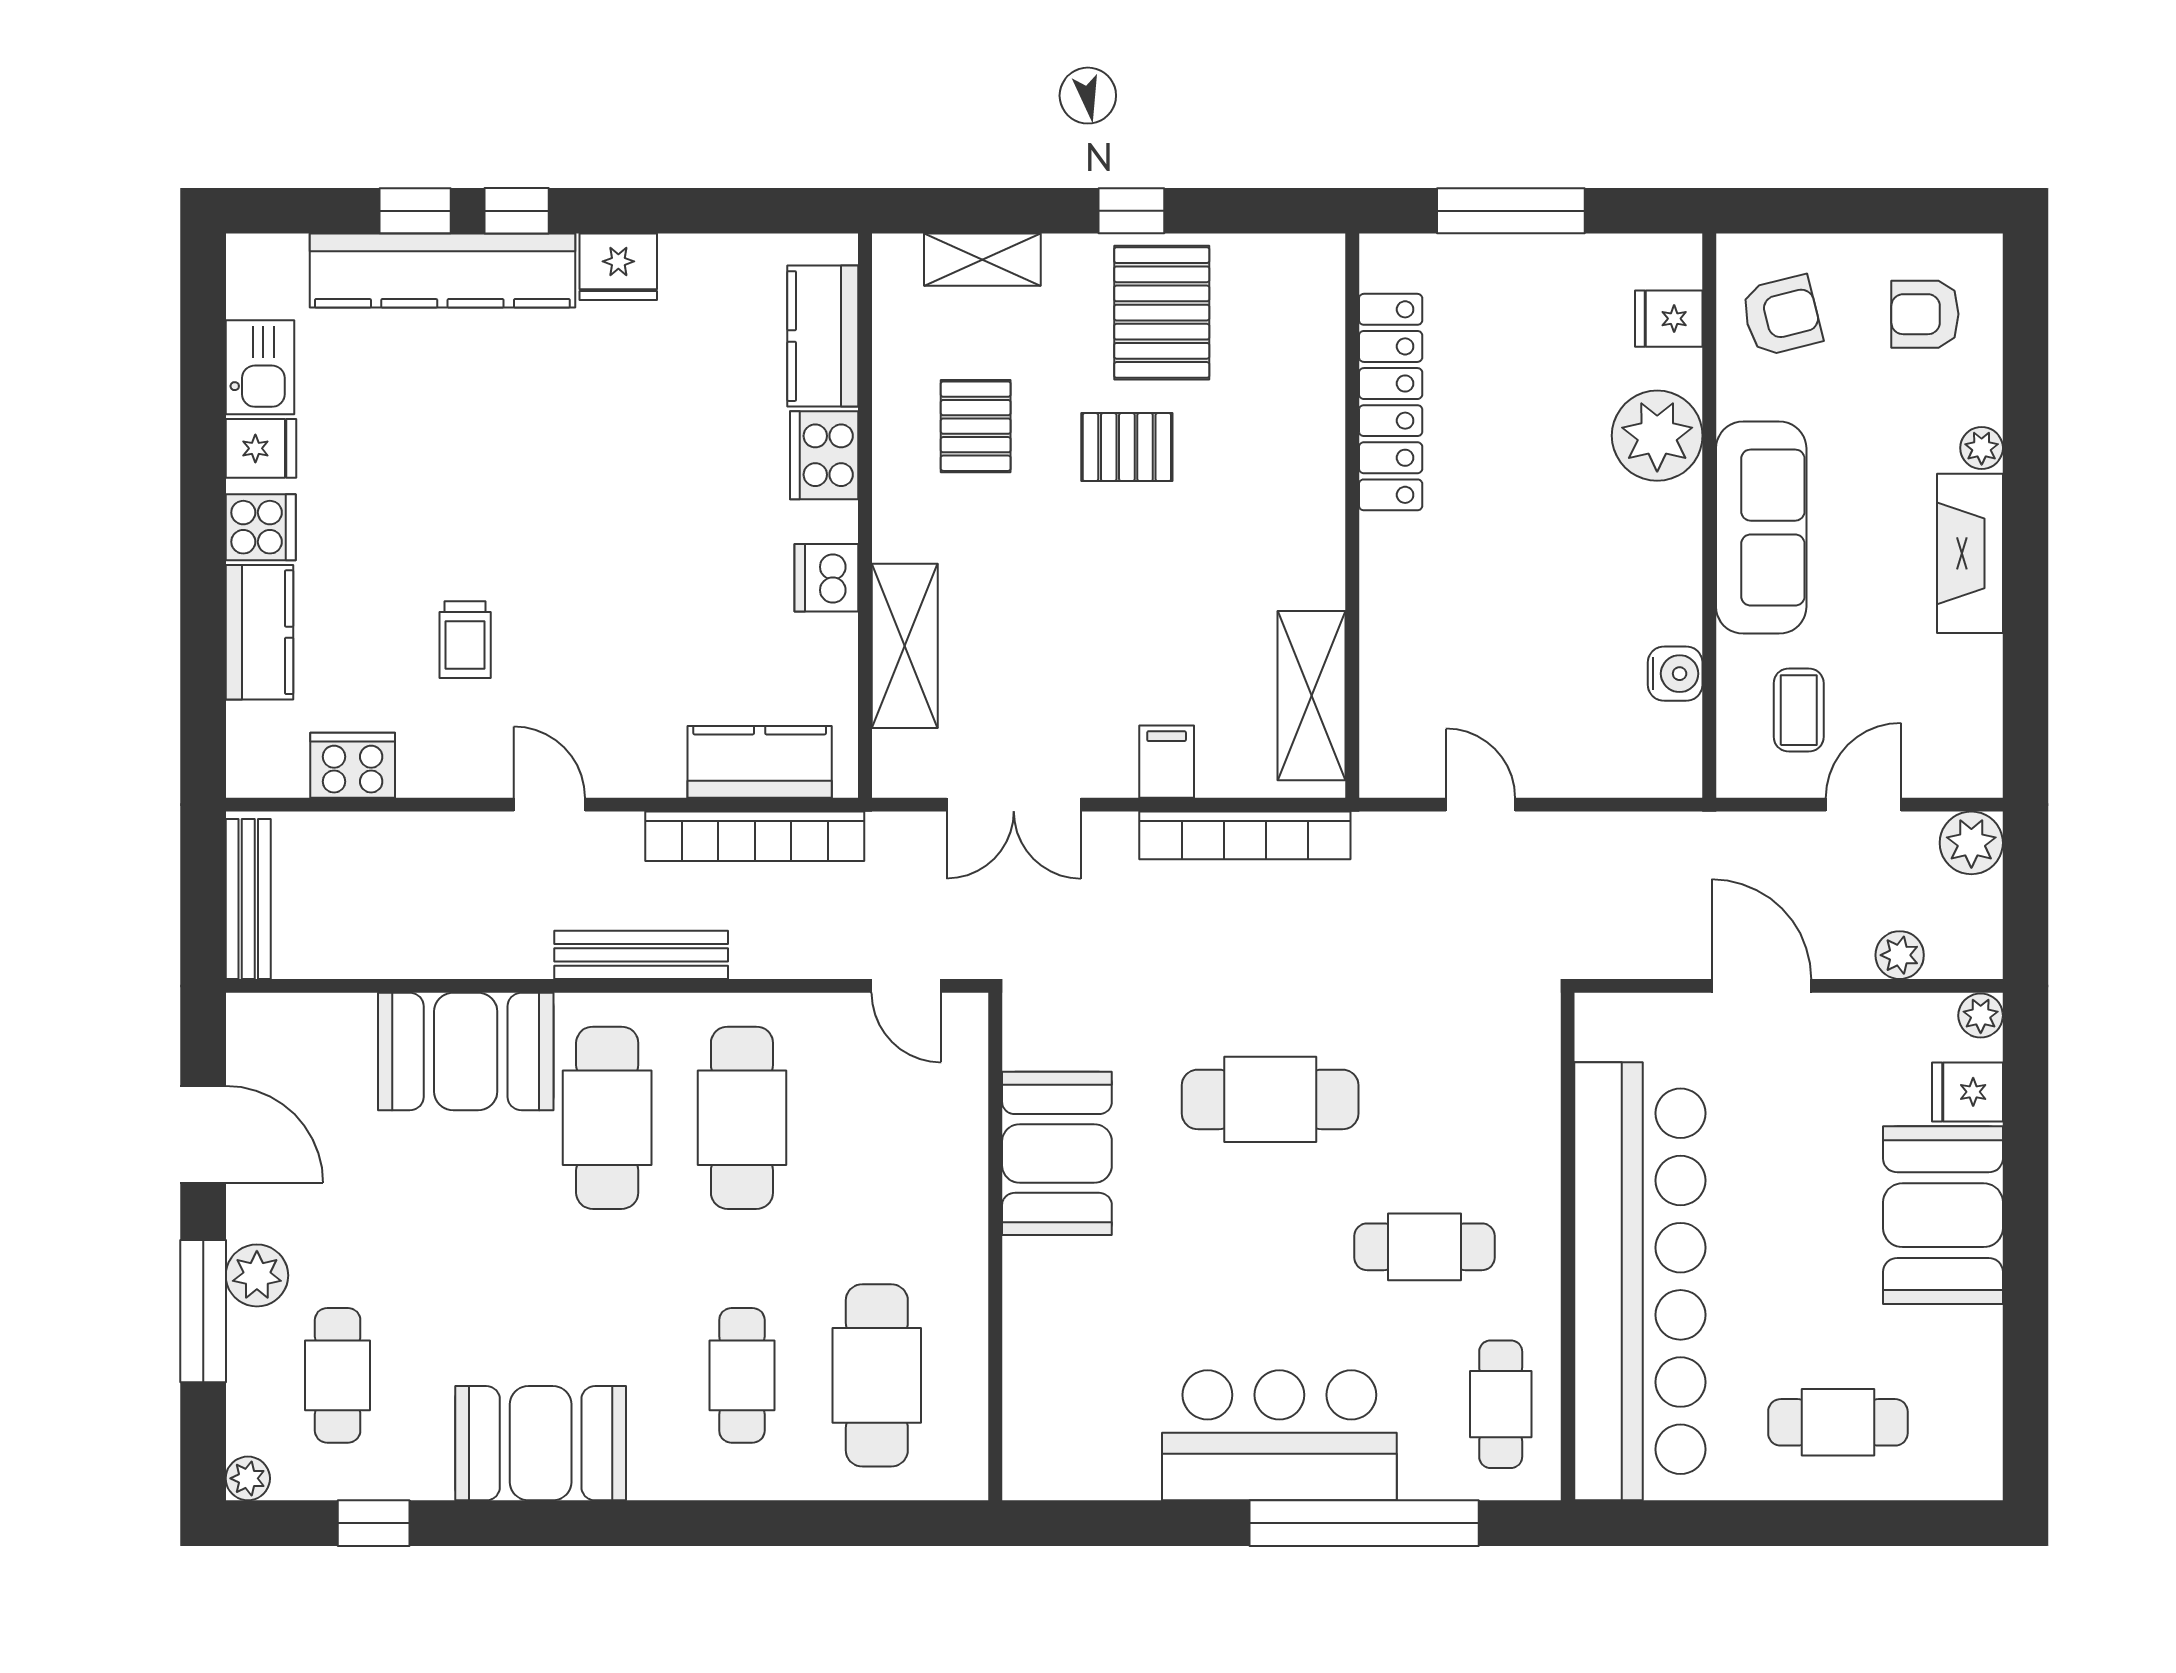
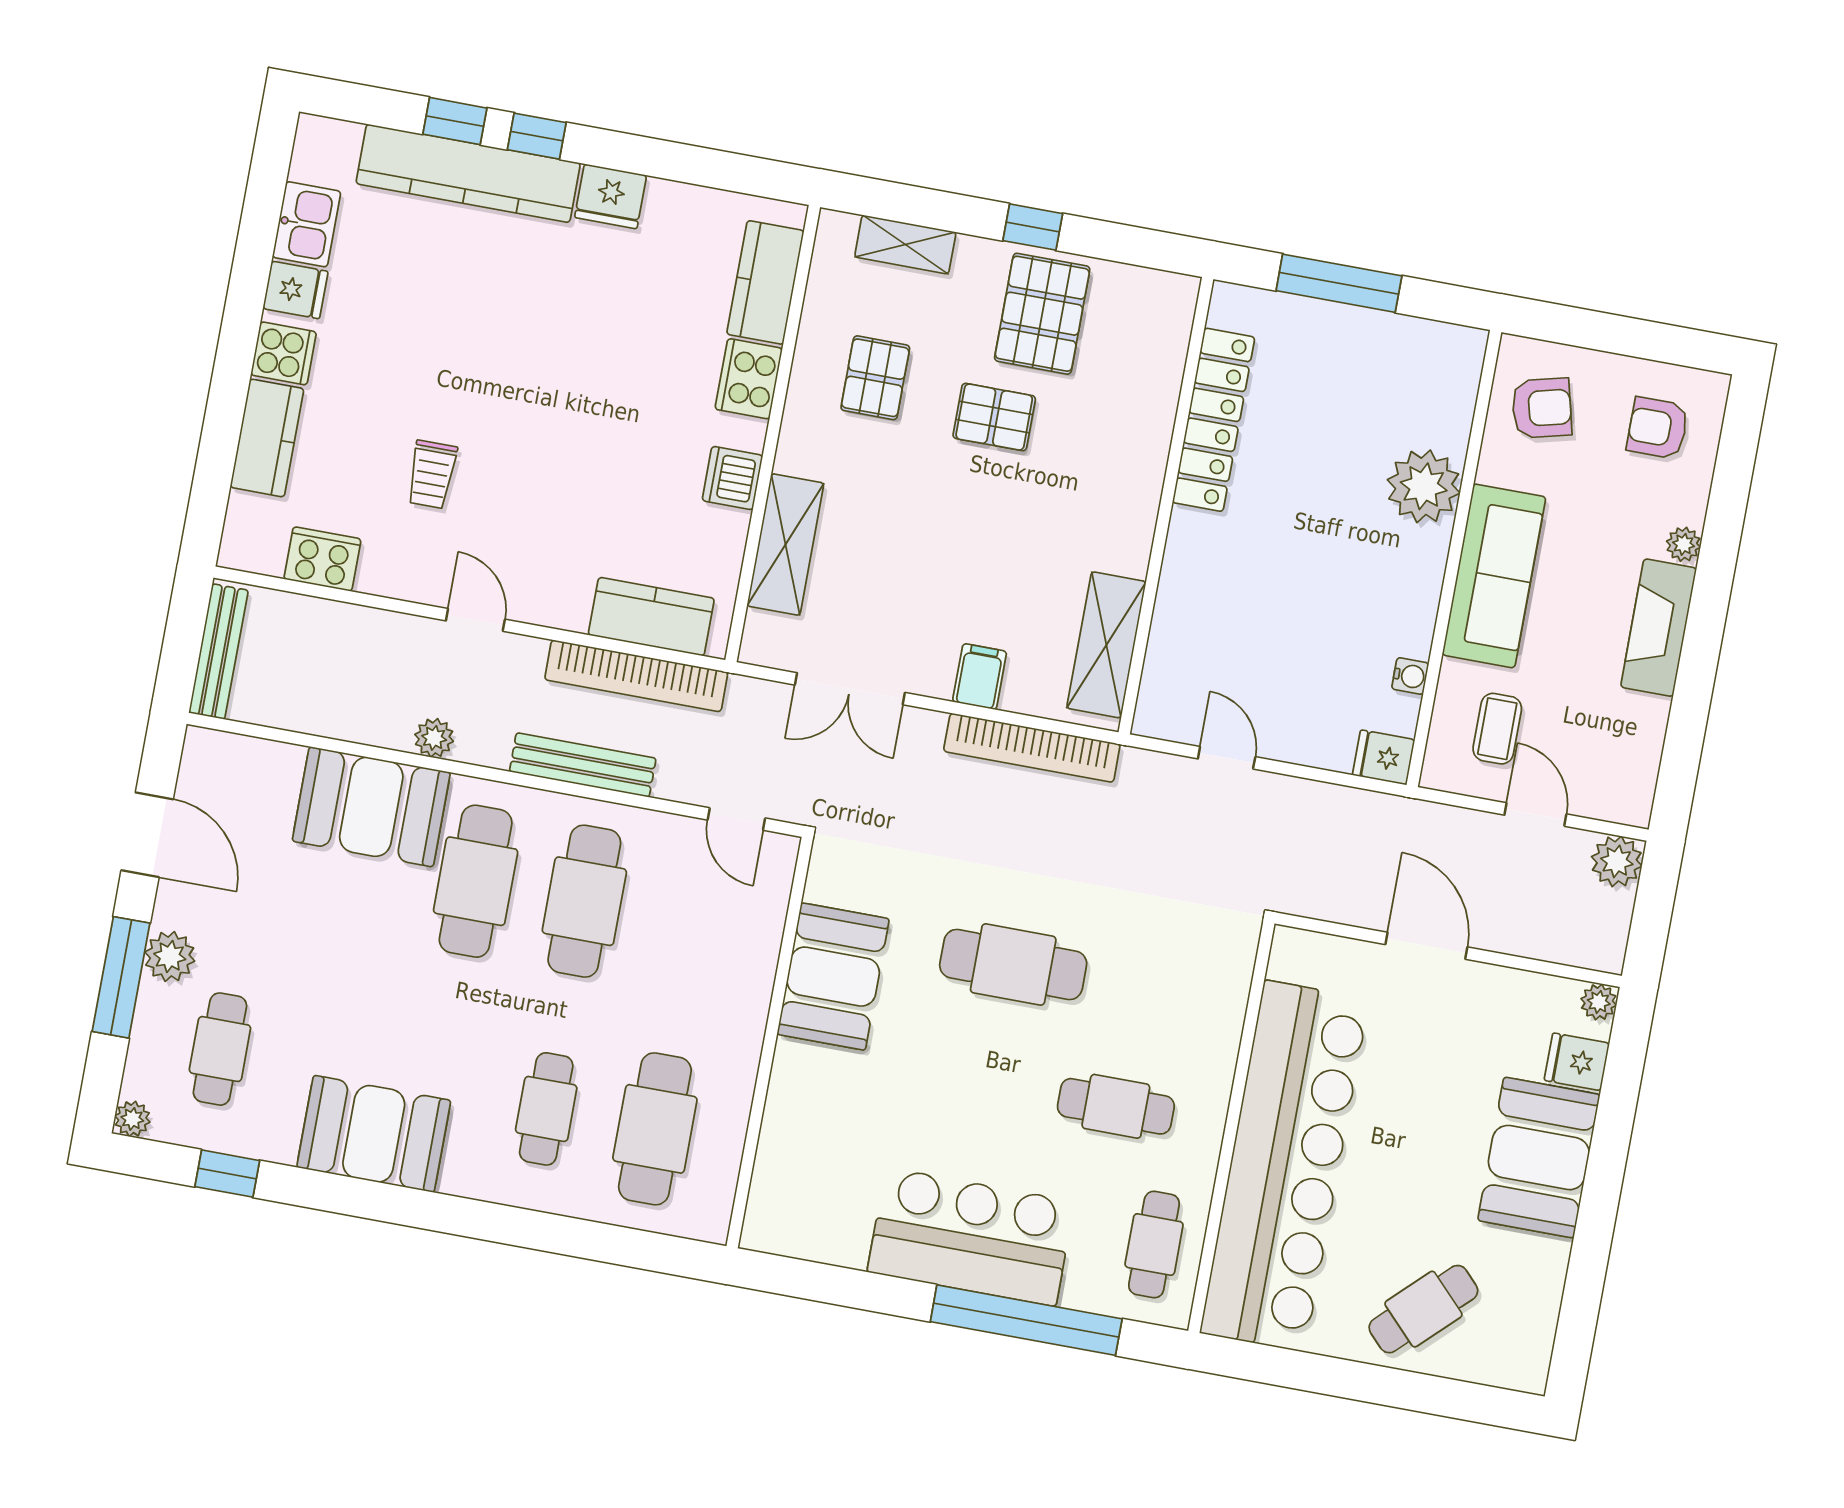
fridge: (1669, 319) -> (1384, 757), moved
water cooler: (1675, 674) -> (1410, 676), width x0.72, depth x0.72
door: (1863, 805) -> (1535, 815), hinge flipped
bench: (641, 955) -> (583, 765), moved
plant: (1900, 955) -> (434, 738), moved
cafe table: (1838, 1422) -> (1423, 1309), turned -44

